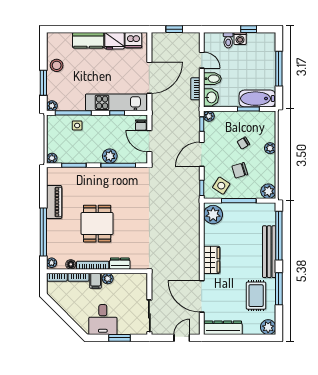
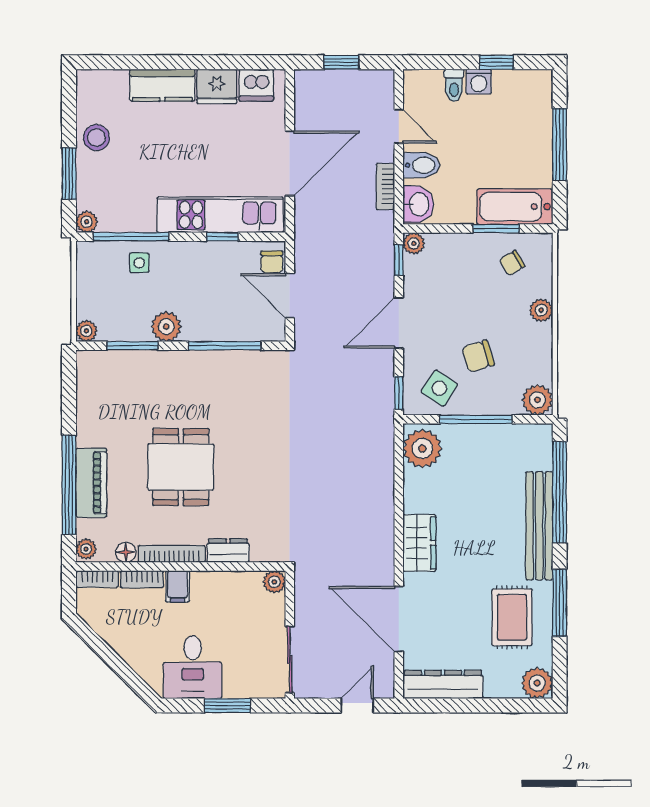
chair: (243, 143) -> (512, 263), moved
plant: (110, 156) -> (166, 327), moved
piano: (54, 202) -> (91, 483), moved
plant: (108, 279) -> (274, 582), moved

